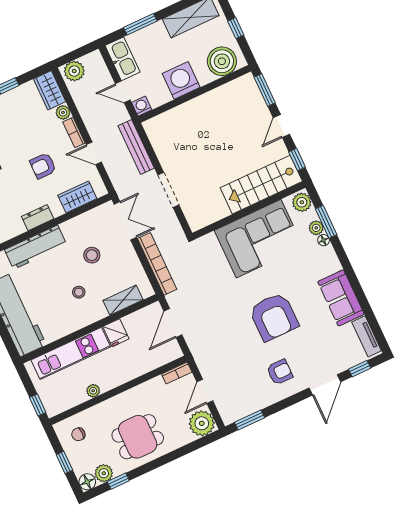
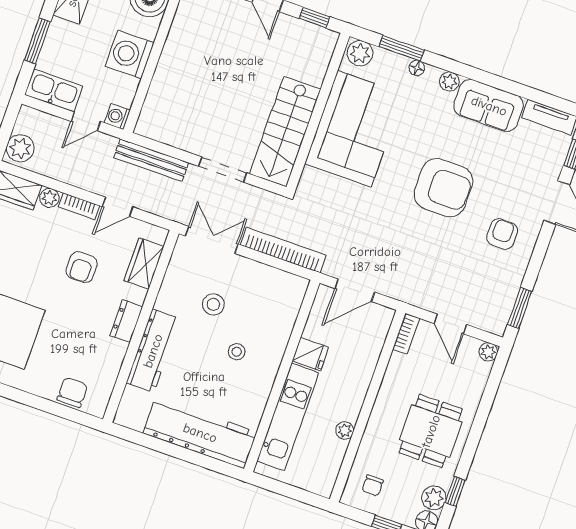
stairs: (261, 185) -> (285, 132), moved
plant: (316, 228) -> (449, 82), moved
shelving: (123, 300) -> (286, 317), removed
door: (173, 323) -> (355, 290), hinge flipped
window: (38, 405) -> (306, 497), removed
plant: (202, 423) -> (488, 352), width x0.53, depth x0.53

